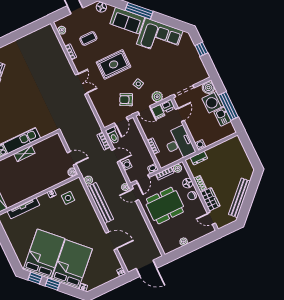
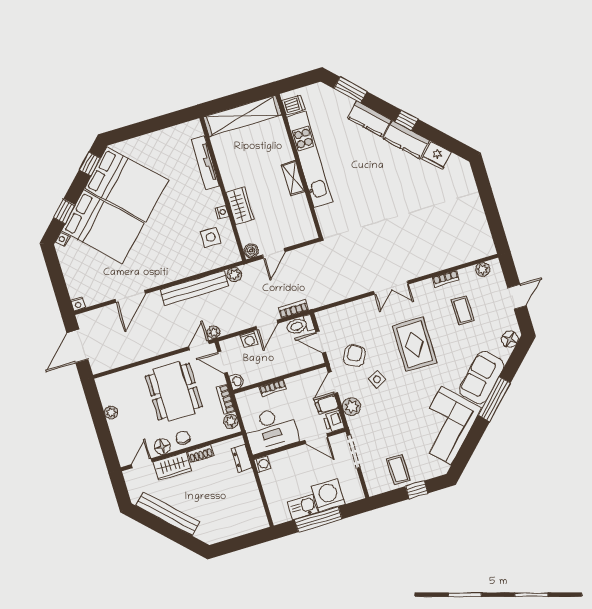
coffee table: (191, 62) -> (398, 470), added
boiler: (208, 88) -> (353, 492), removed
wardrobe: (46, 183) -> (240, 206), added
floor lamp: (188, 183) -> (162, 447), moved
window: (53, 284) -> (64, 211), moved

